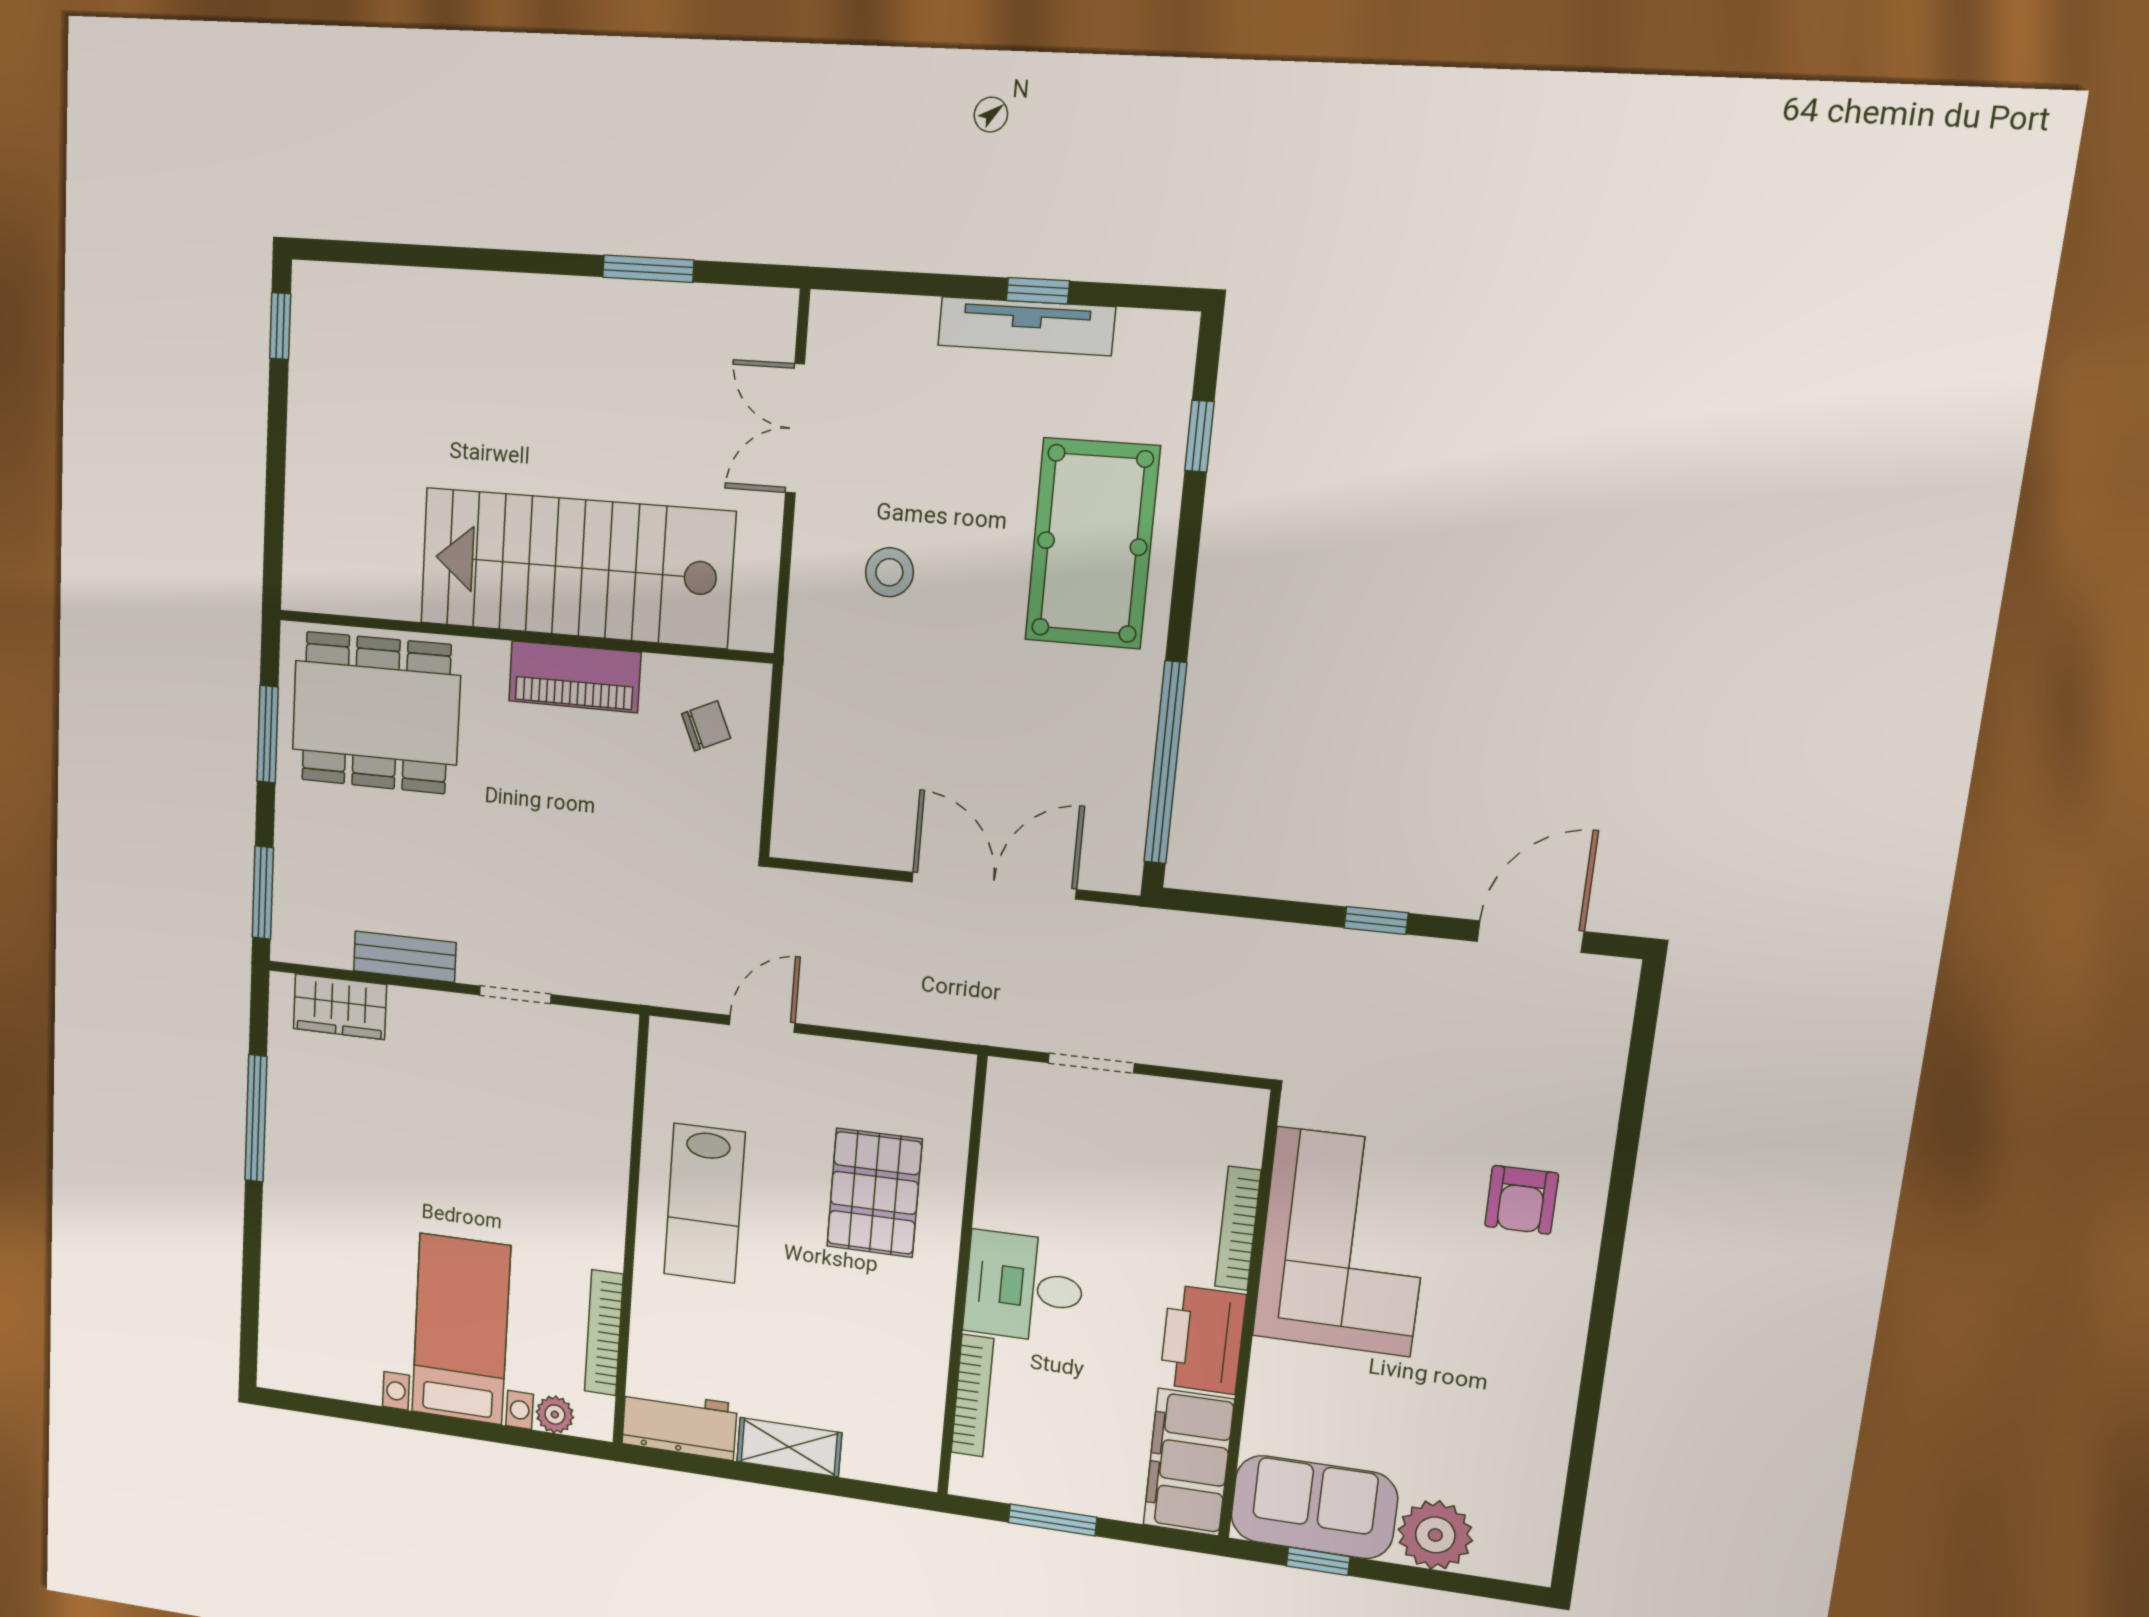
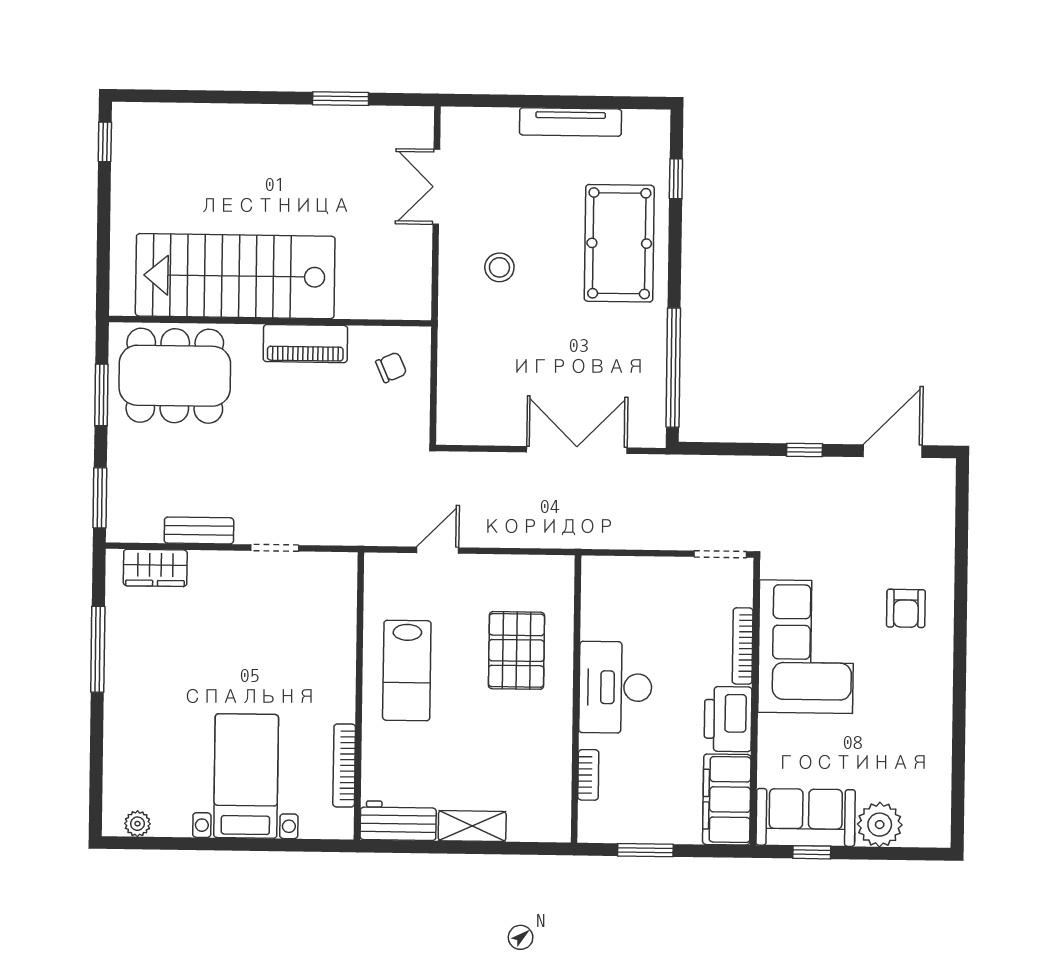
window: (1038, 291) -> (576, 102), removed
stairs: (576, 568) -> (235, 276), moved
doorway: (1091, 1063) -> (720, 554), moved
desk: (1024, 1287) -> (615, 687), width x1.37
bookcase: (972, 1396) -> (588, 775), width x0.64
plant: (555, 1415) -> (137, 824), moved

